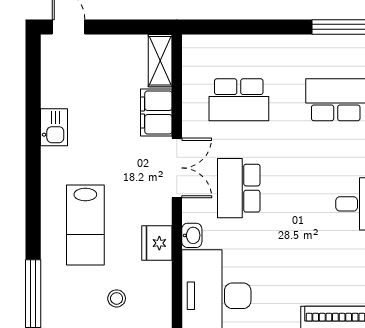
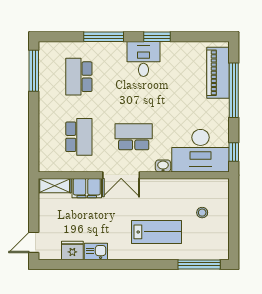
double door: (177, 168) -> (121, 175), swing flipped
school desk: (239, 188) -> (134, 137), turned 180
fridge: (157, 243) -> (72, 250), moved, turned 180

